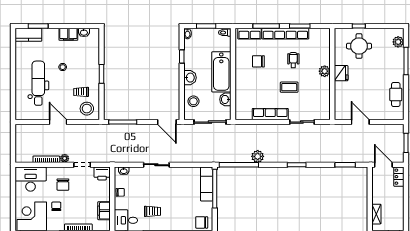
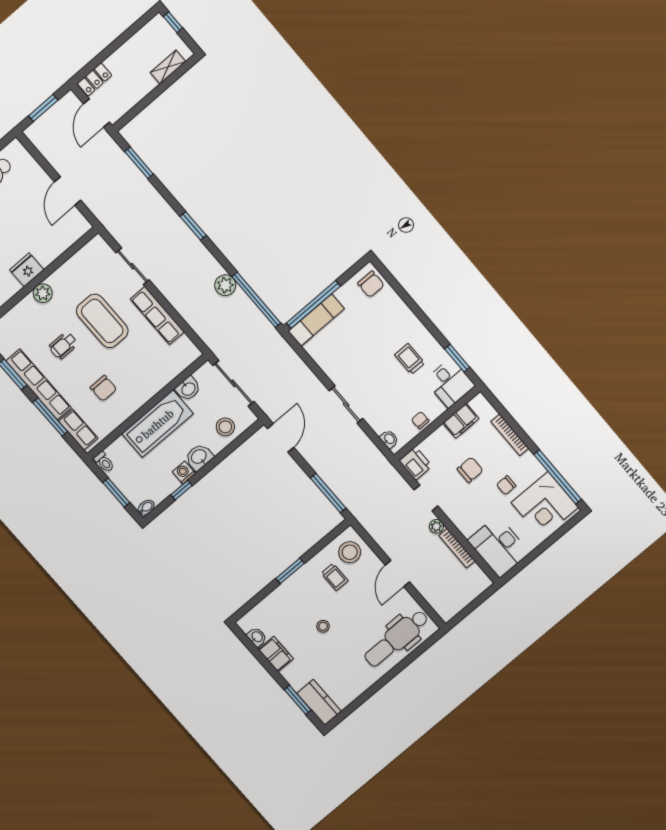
washing machine: (189, 65) -> (184, 473), added
dental chair: (38, 83) -> (397, 638), moved
coffee table: (289, 87) -> (102, 321), width x1.86, depth x1.72
chair: (63, 185) -> (470, 470), moved

